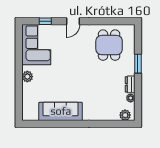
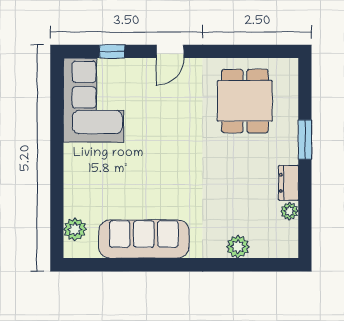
plant: (27, 77) -> (75, 229), moved
plant: (125, 115) -> (238, 247), moved

